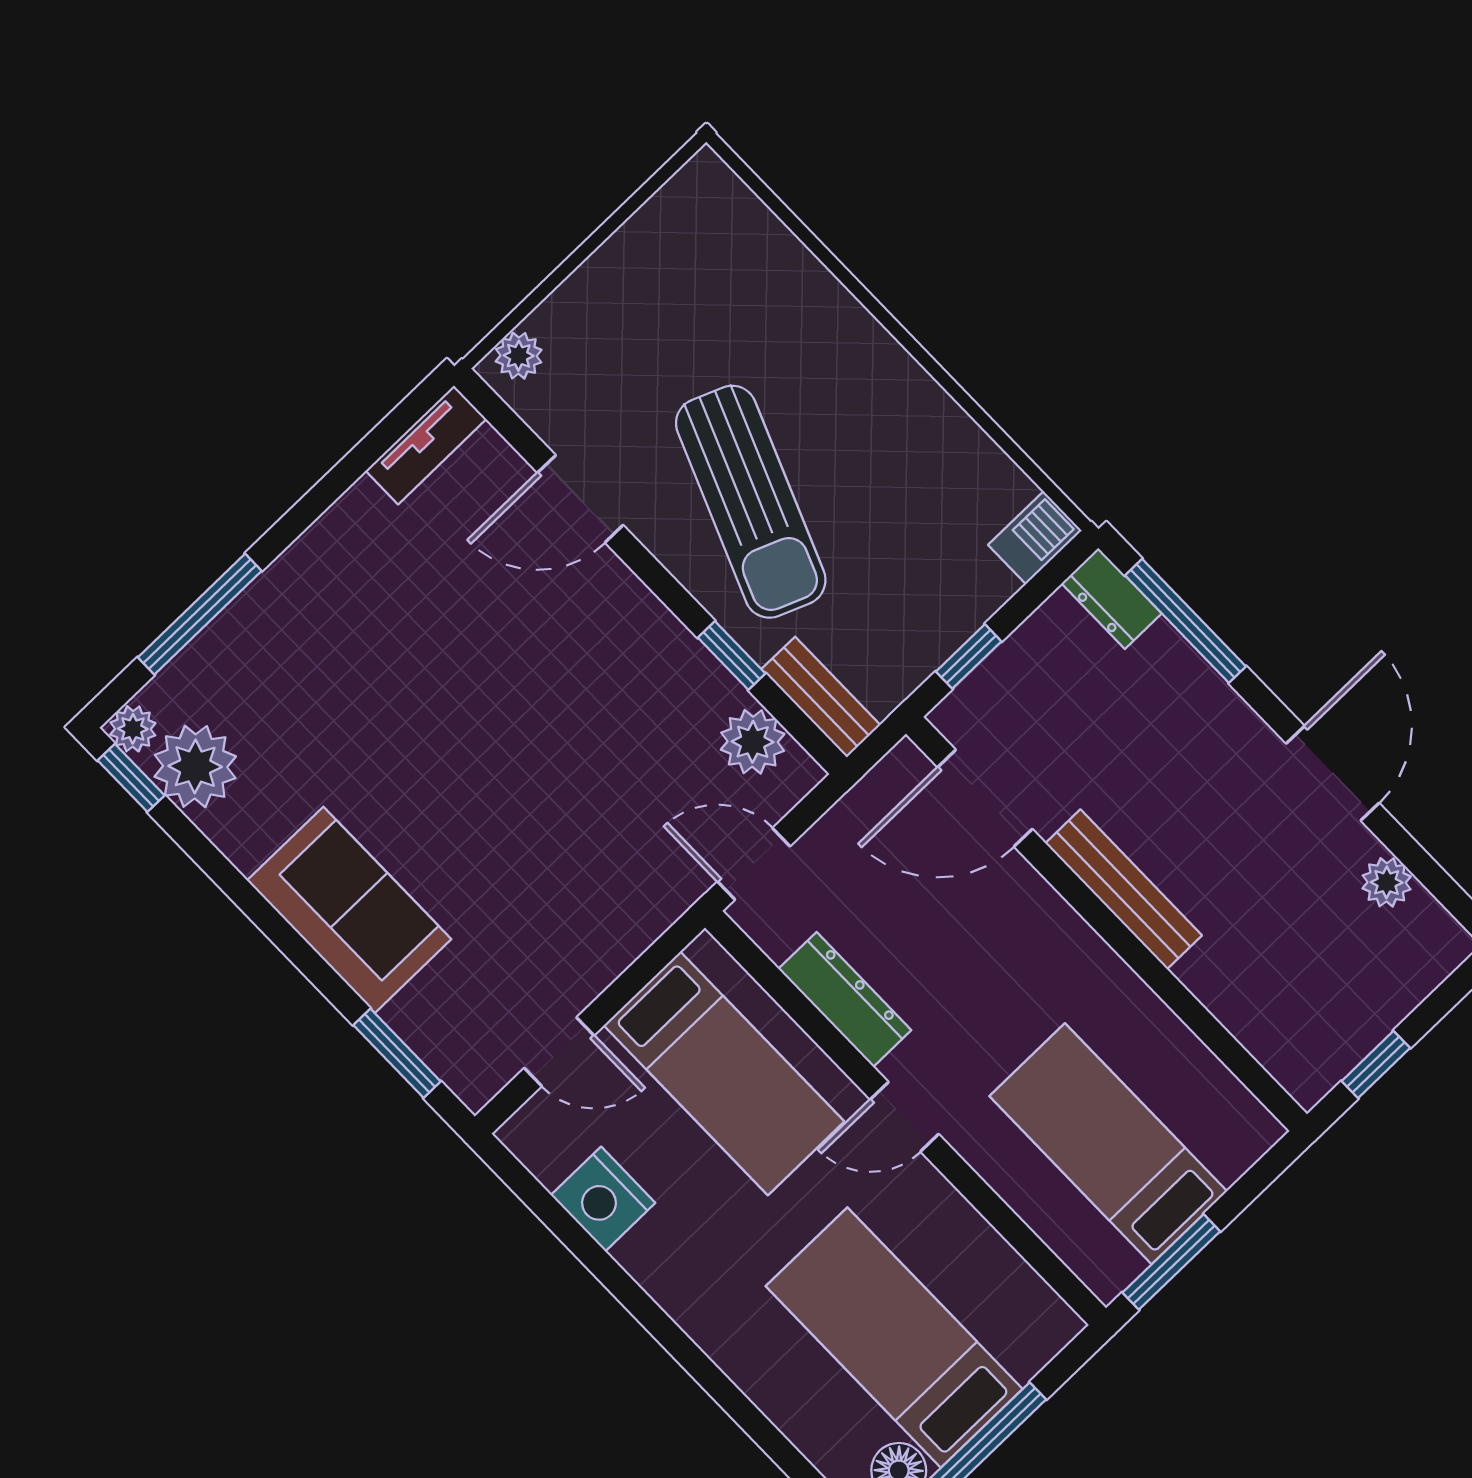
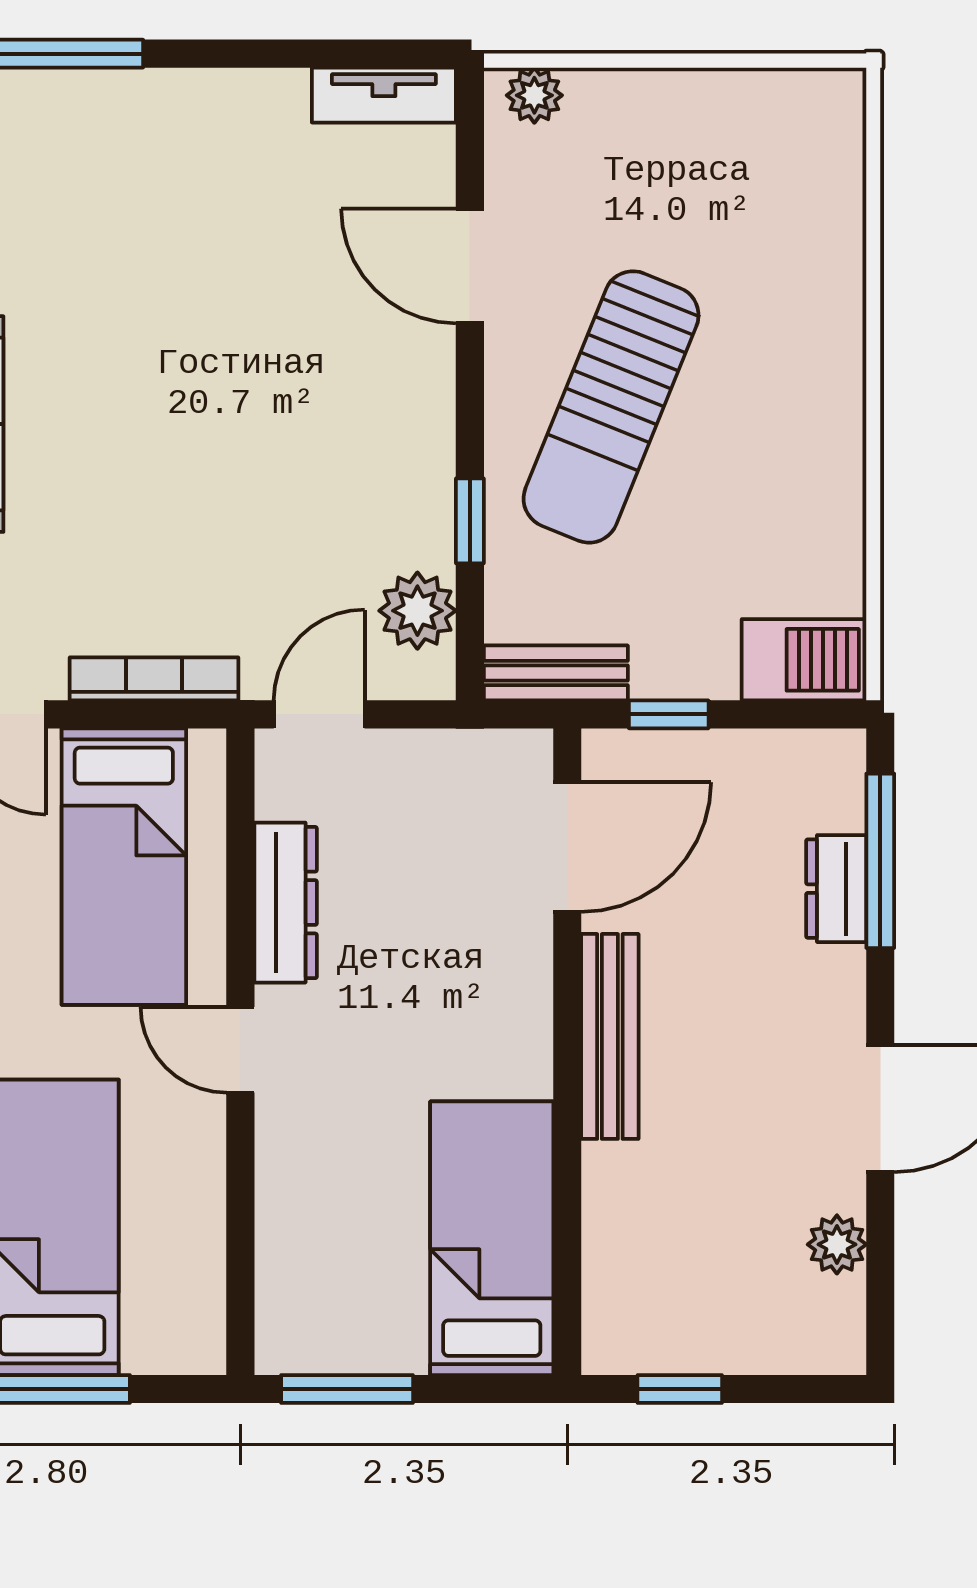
barbecue: (1035, 538) -> (804, 660), width x1.38, depth x1.27
dresser: (1112, 598) -> (836, 889), moved
bench: (821, 697) -> (556, 673), moved, turned 90
door: (985, 798) -> (567, 847), swing flipped
door: (754, 864) -> (319, 714), hinge flipped
bookcase: (631, 940) -> (154, 679), added
bed: (1108, 1144) -> (492, 1238), moved

